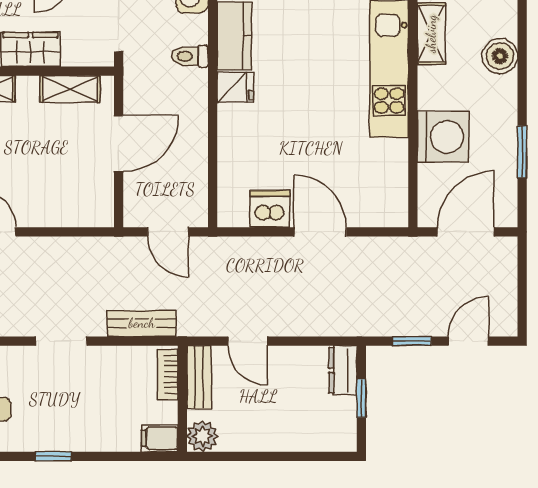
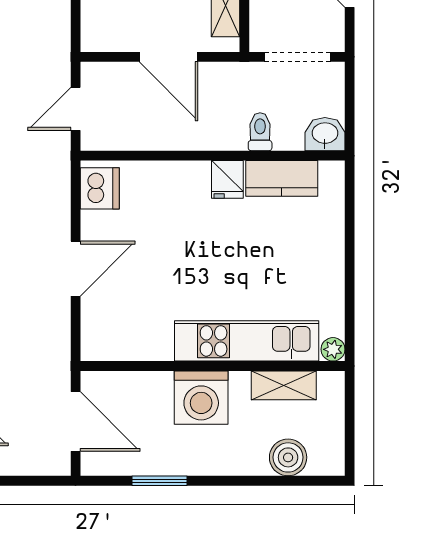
boiler: (500, 56) -> (288, 457), moved
washing machine: (443, 137) -> (201, 398), moved
dishwasher: (270, 209) -> (100, 188), moved

